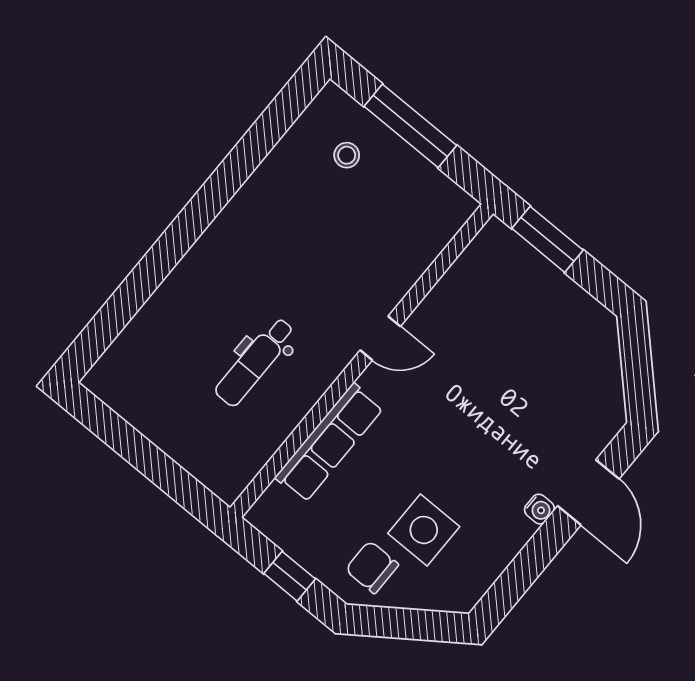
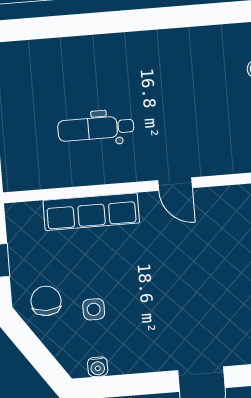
water cooler: (539, 509) -> (98, 367), moved
side table: (424, 530) -> (94, 309), width x0.54, depth x0.54

